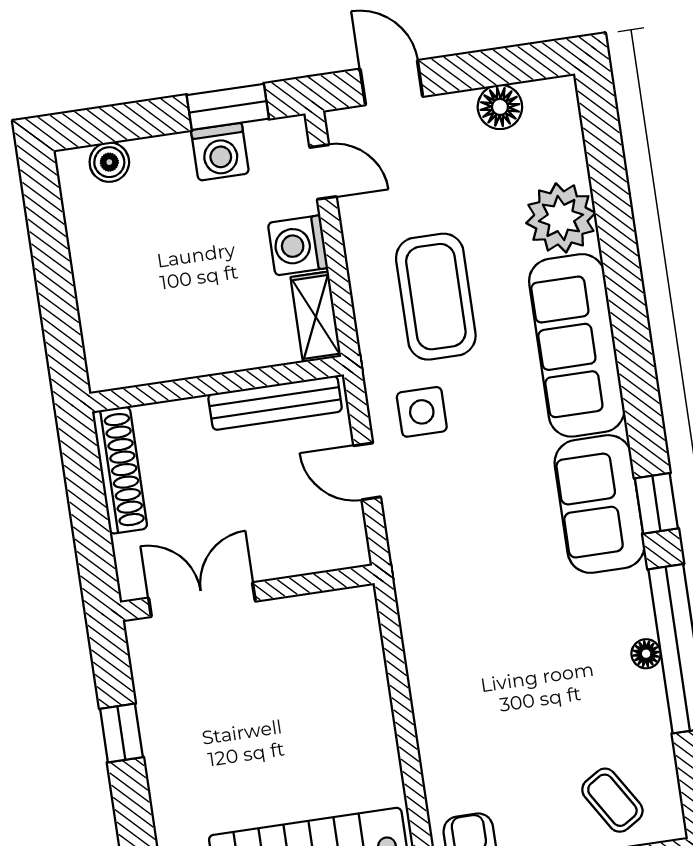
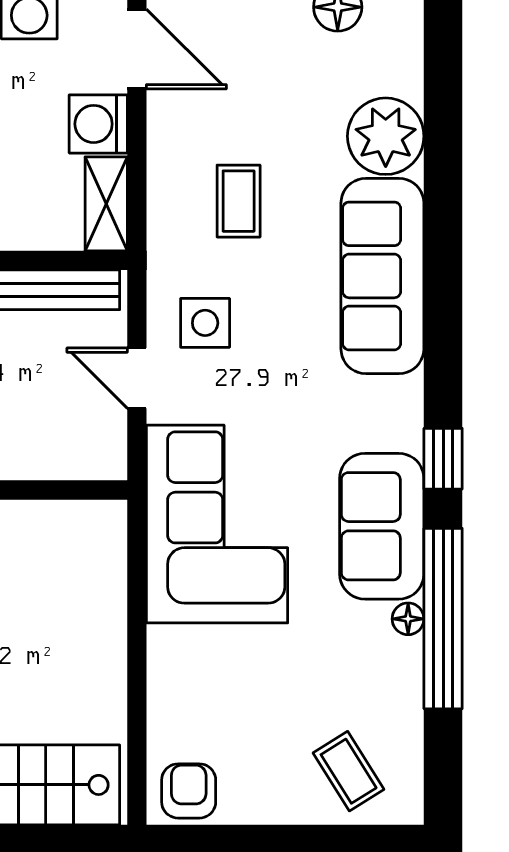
door: (323, 172) -> (137, 49), width x1.38
coffee table: (436, 297) -> (239, 201), width x0.54, depth x0.58
sofa: (600, 504) -> (382, 526), moved
corner sofa: (460, 593) -> (217, 524), added

